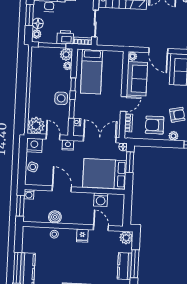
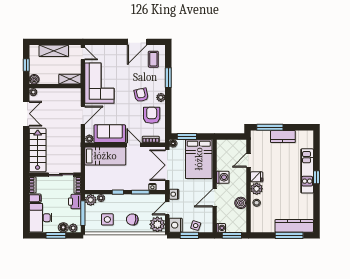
bed: (92, 72) -> (105, 156), moved
chair: (43, 98) -> (132, 219), added
side table: (61, 98) -> (107, 219), moved
armchair: (155, 125) -> (152, 115), turned 180
window: (22, 160) -> (189, 235), added
washing machine: (101, 200) -> (223, 177), moved
plant: (126, 238) -> (257, 189), moved
window: (135, 264) -> (270, 127), moved

